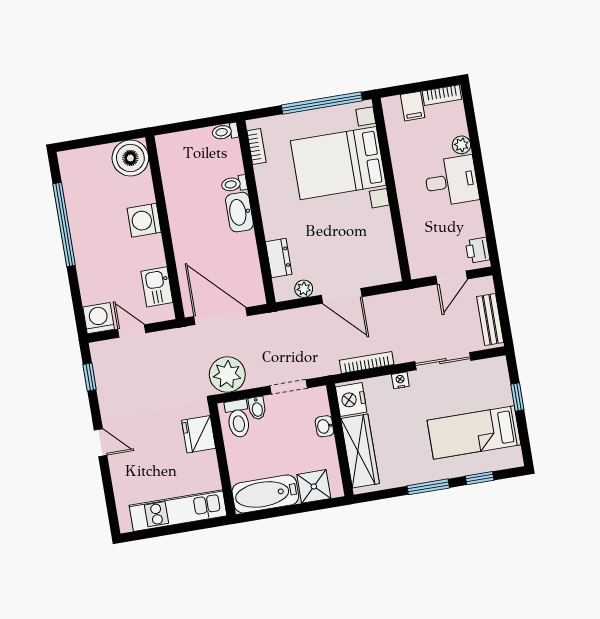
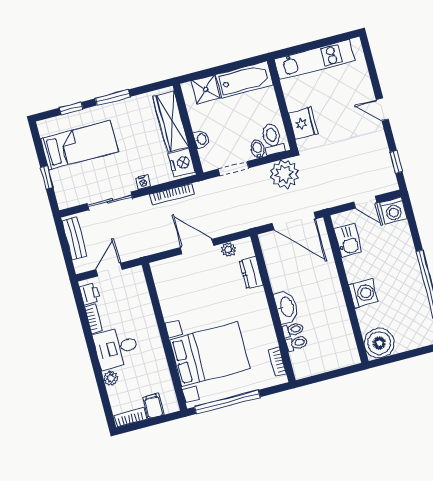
toilet: (225, 132) -> (297, 343), moved
bookcase: (476, 219) -> (93, 319), added

